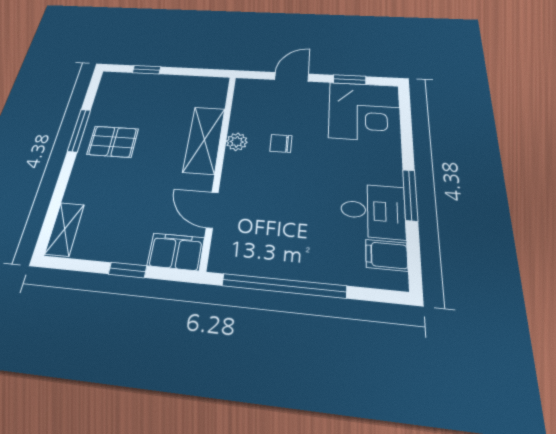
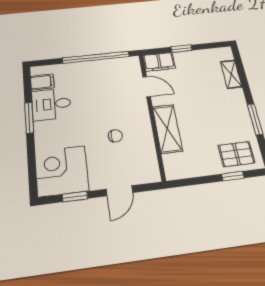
pallet: (113, 142) -> (236, 154), moved
plant: (237, 142) -> (145, 131), removed
shelving: (65, 229) -> (231, 74), moved

